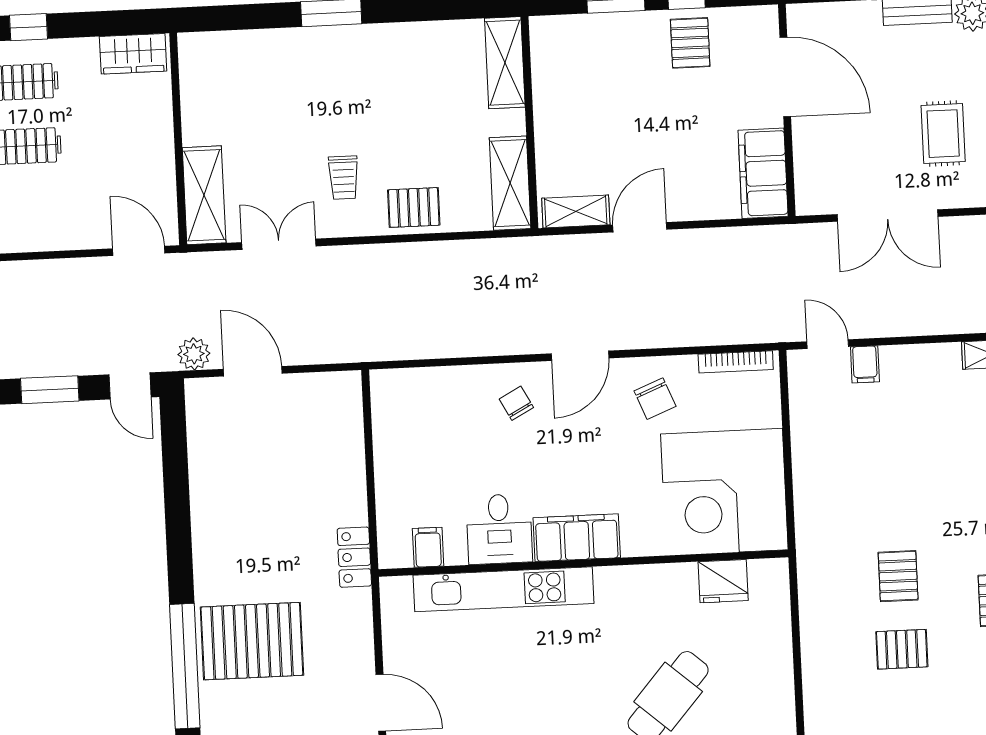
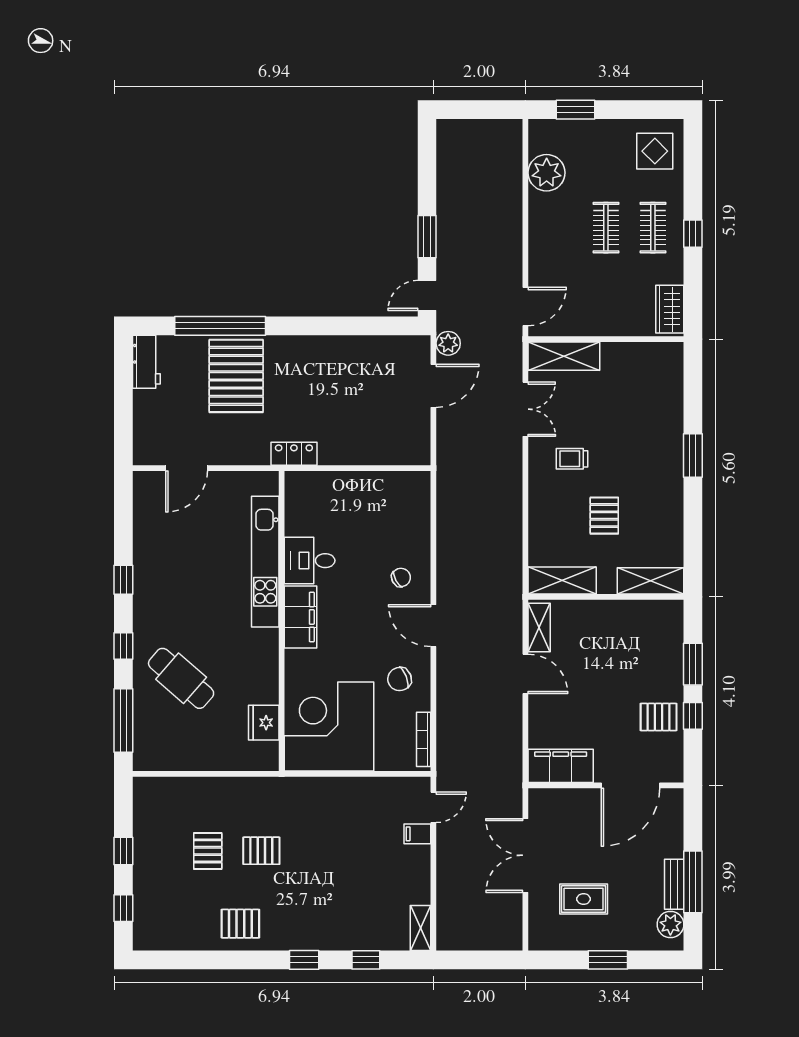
pallet: (414, 207) -> (604, 516), moved
filing cabinet: (428, 547) -> (299, 508), removed

